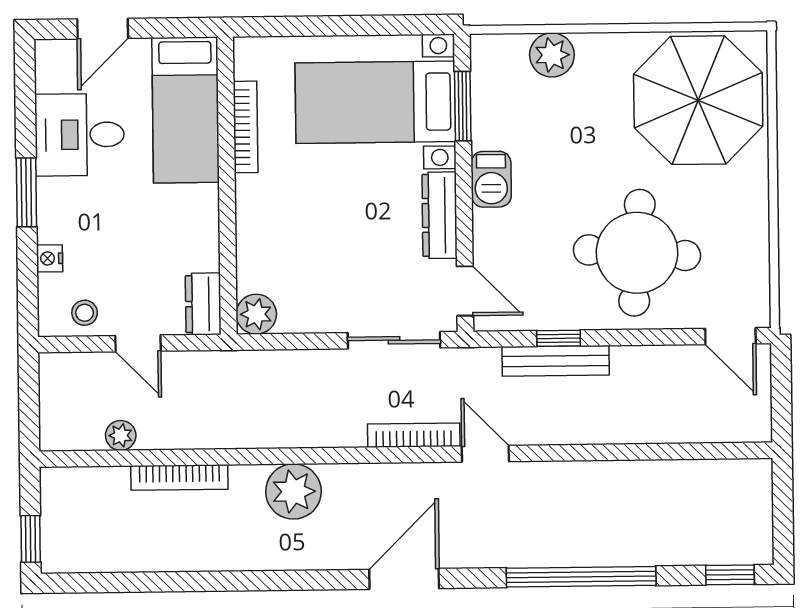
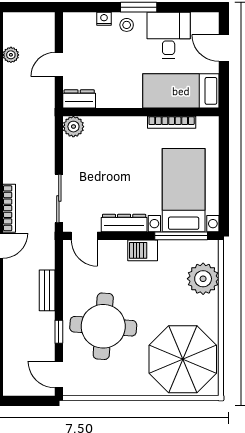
plant: (552, 55) -> (203, 279), width x1.36, depth x1.36
window: (463, 106) -> (181, 236), width x1.44
door: (465, 291) -> (84, 236), hinge flipped
stool: (85, 313) -> (127, 25), moved
door: (730, 336) -> (59, 375), hinge flipped
window: (559, 338) -> (59, 332), moved
bench: (556, 361) -> (47, 290), width x0.73

